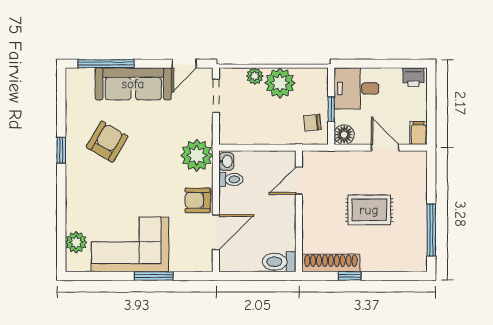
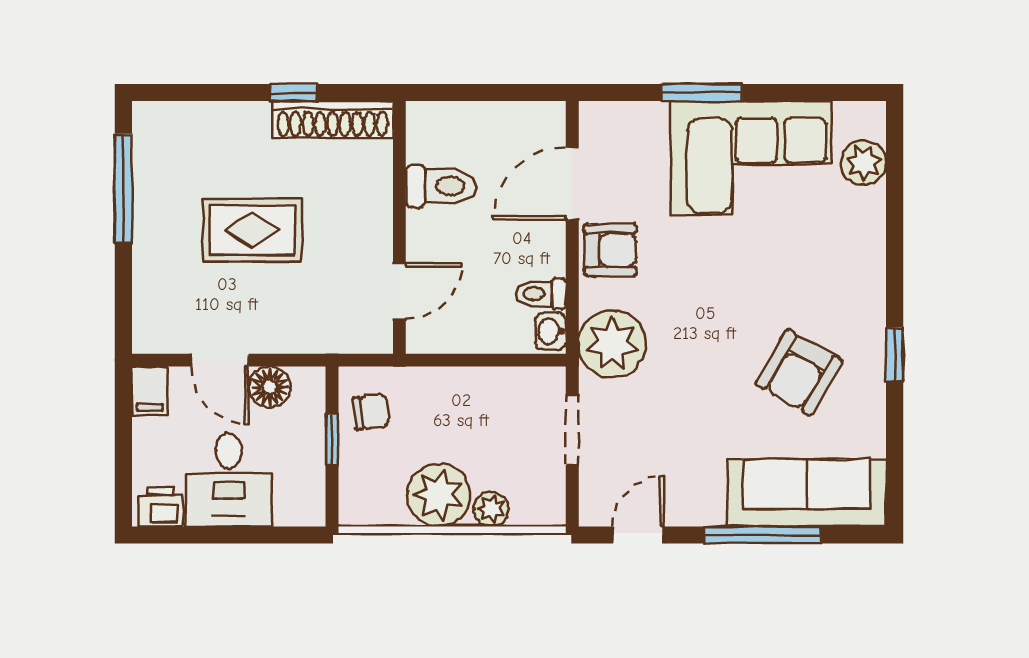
window: (106, 64) -> (763, 535), moved
sofa: (133, 84) -> (807, 493), moved
desk: (356, 88) -> (229, 480), moved, turned 90
doorway: (216, 96) -> (572, 430), moved
floor lamp: (344, 135) -> (270, 387), moved
toilet: (279, 262) -> (441, 186), moved

